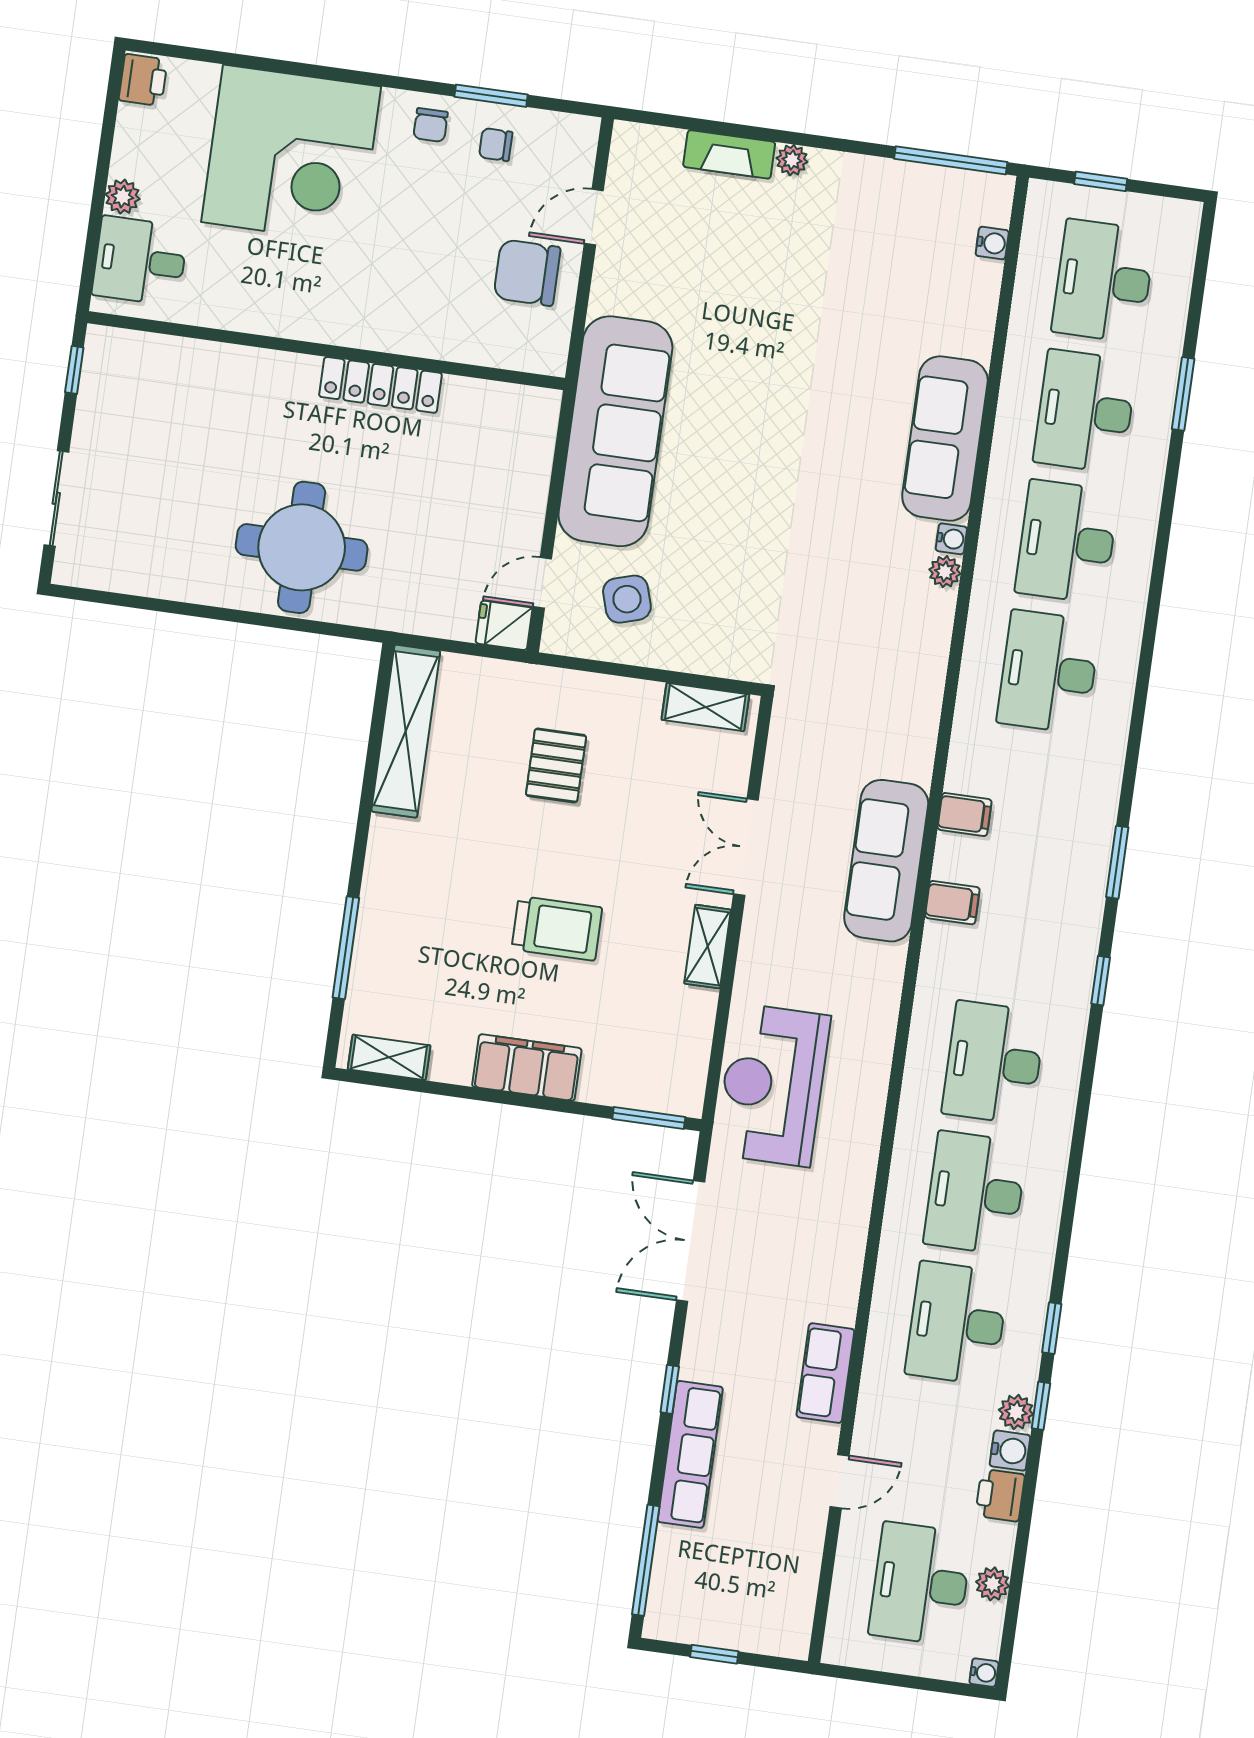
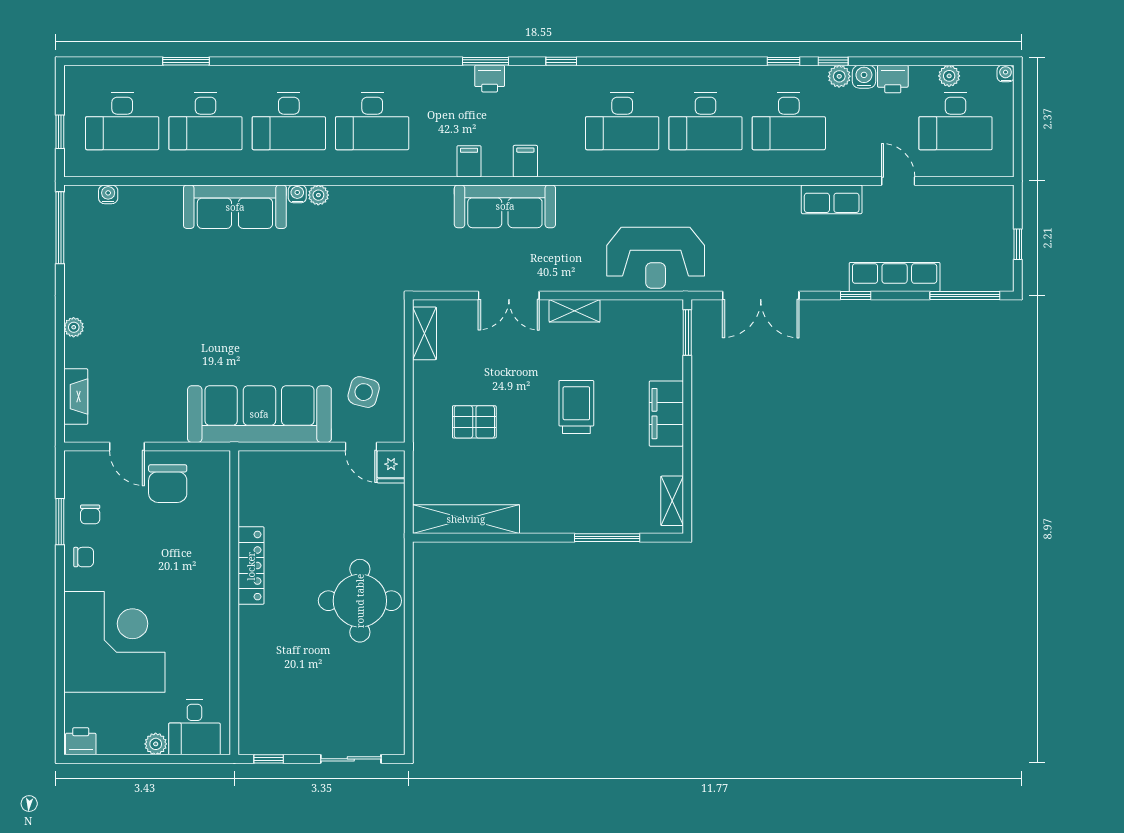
fireplace: (729, 154) -> (76, 397), moved
side table: (627, 599) -> (364, 392), turned 32
printer: (1089, 865) -> (490, 79), added

